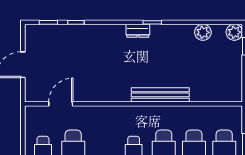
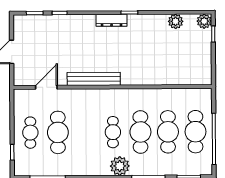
dresser: (138, 31) -> (112, 20), width x1.44
bench: (160, 95) -> (94, 79), moved

